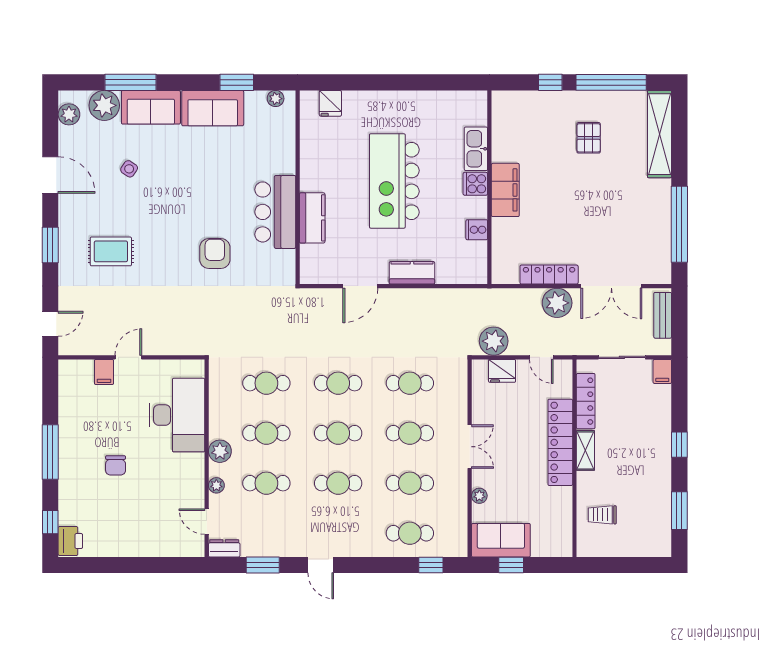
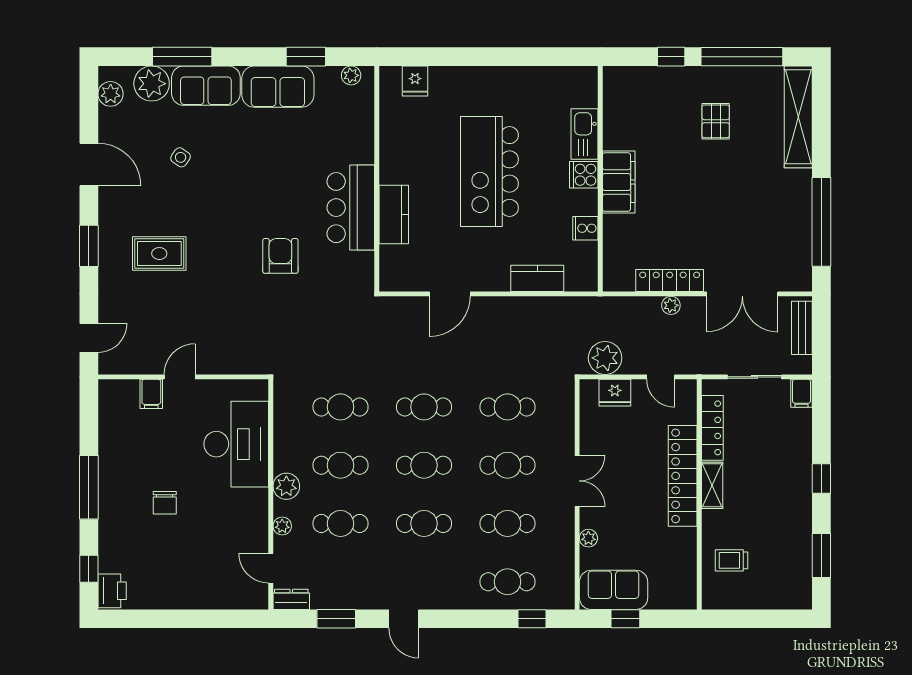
kitchen counter: (412, 273) -> (537, 278), moved
plant: (557, 303) -> (671, 305), width x0.53, depth x0.53

